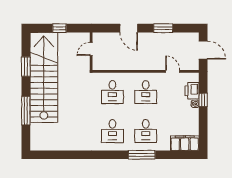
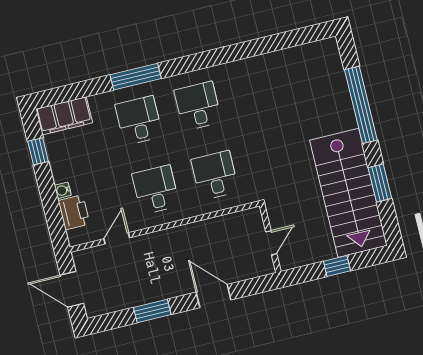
door: (173, 71) -> (117, 238), swing flipped
stairs: (44, 77) -> (348, 193), width x0.73
window: (203, 100) -> (38, 151), moved
window: (26, 111) -> (361, 105), width x1.46

